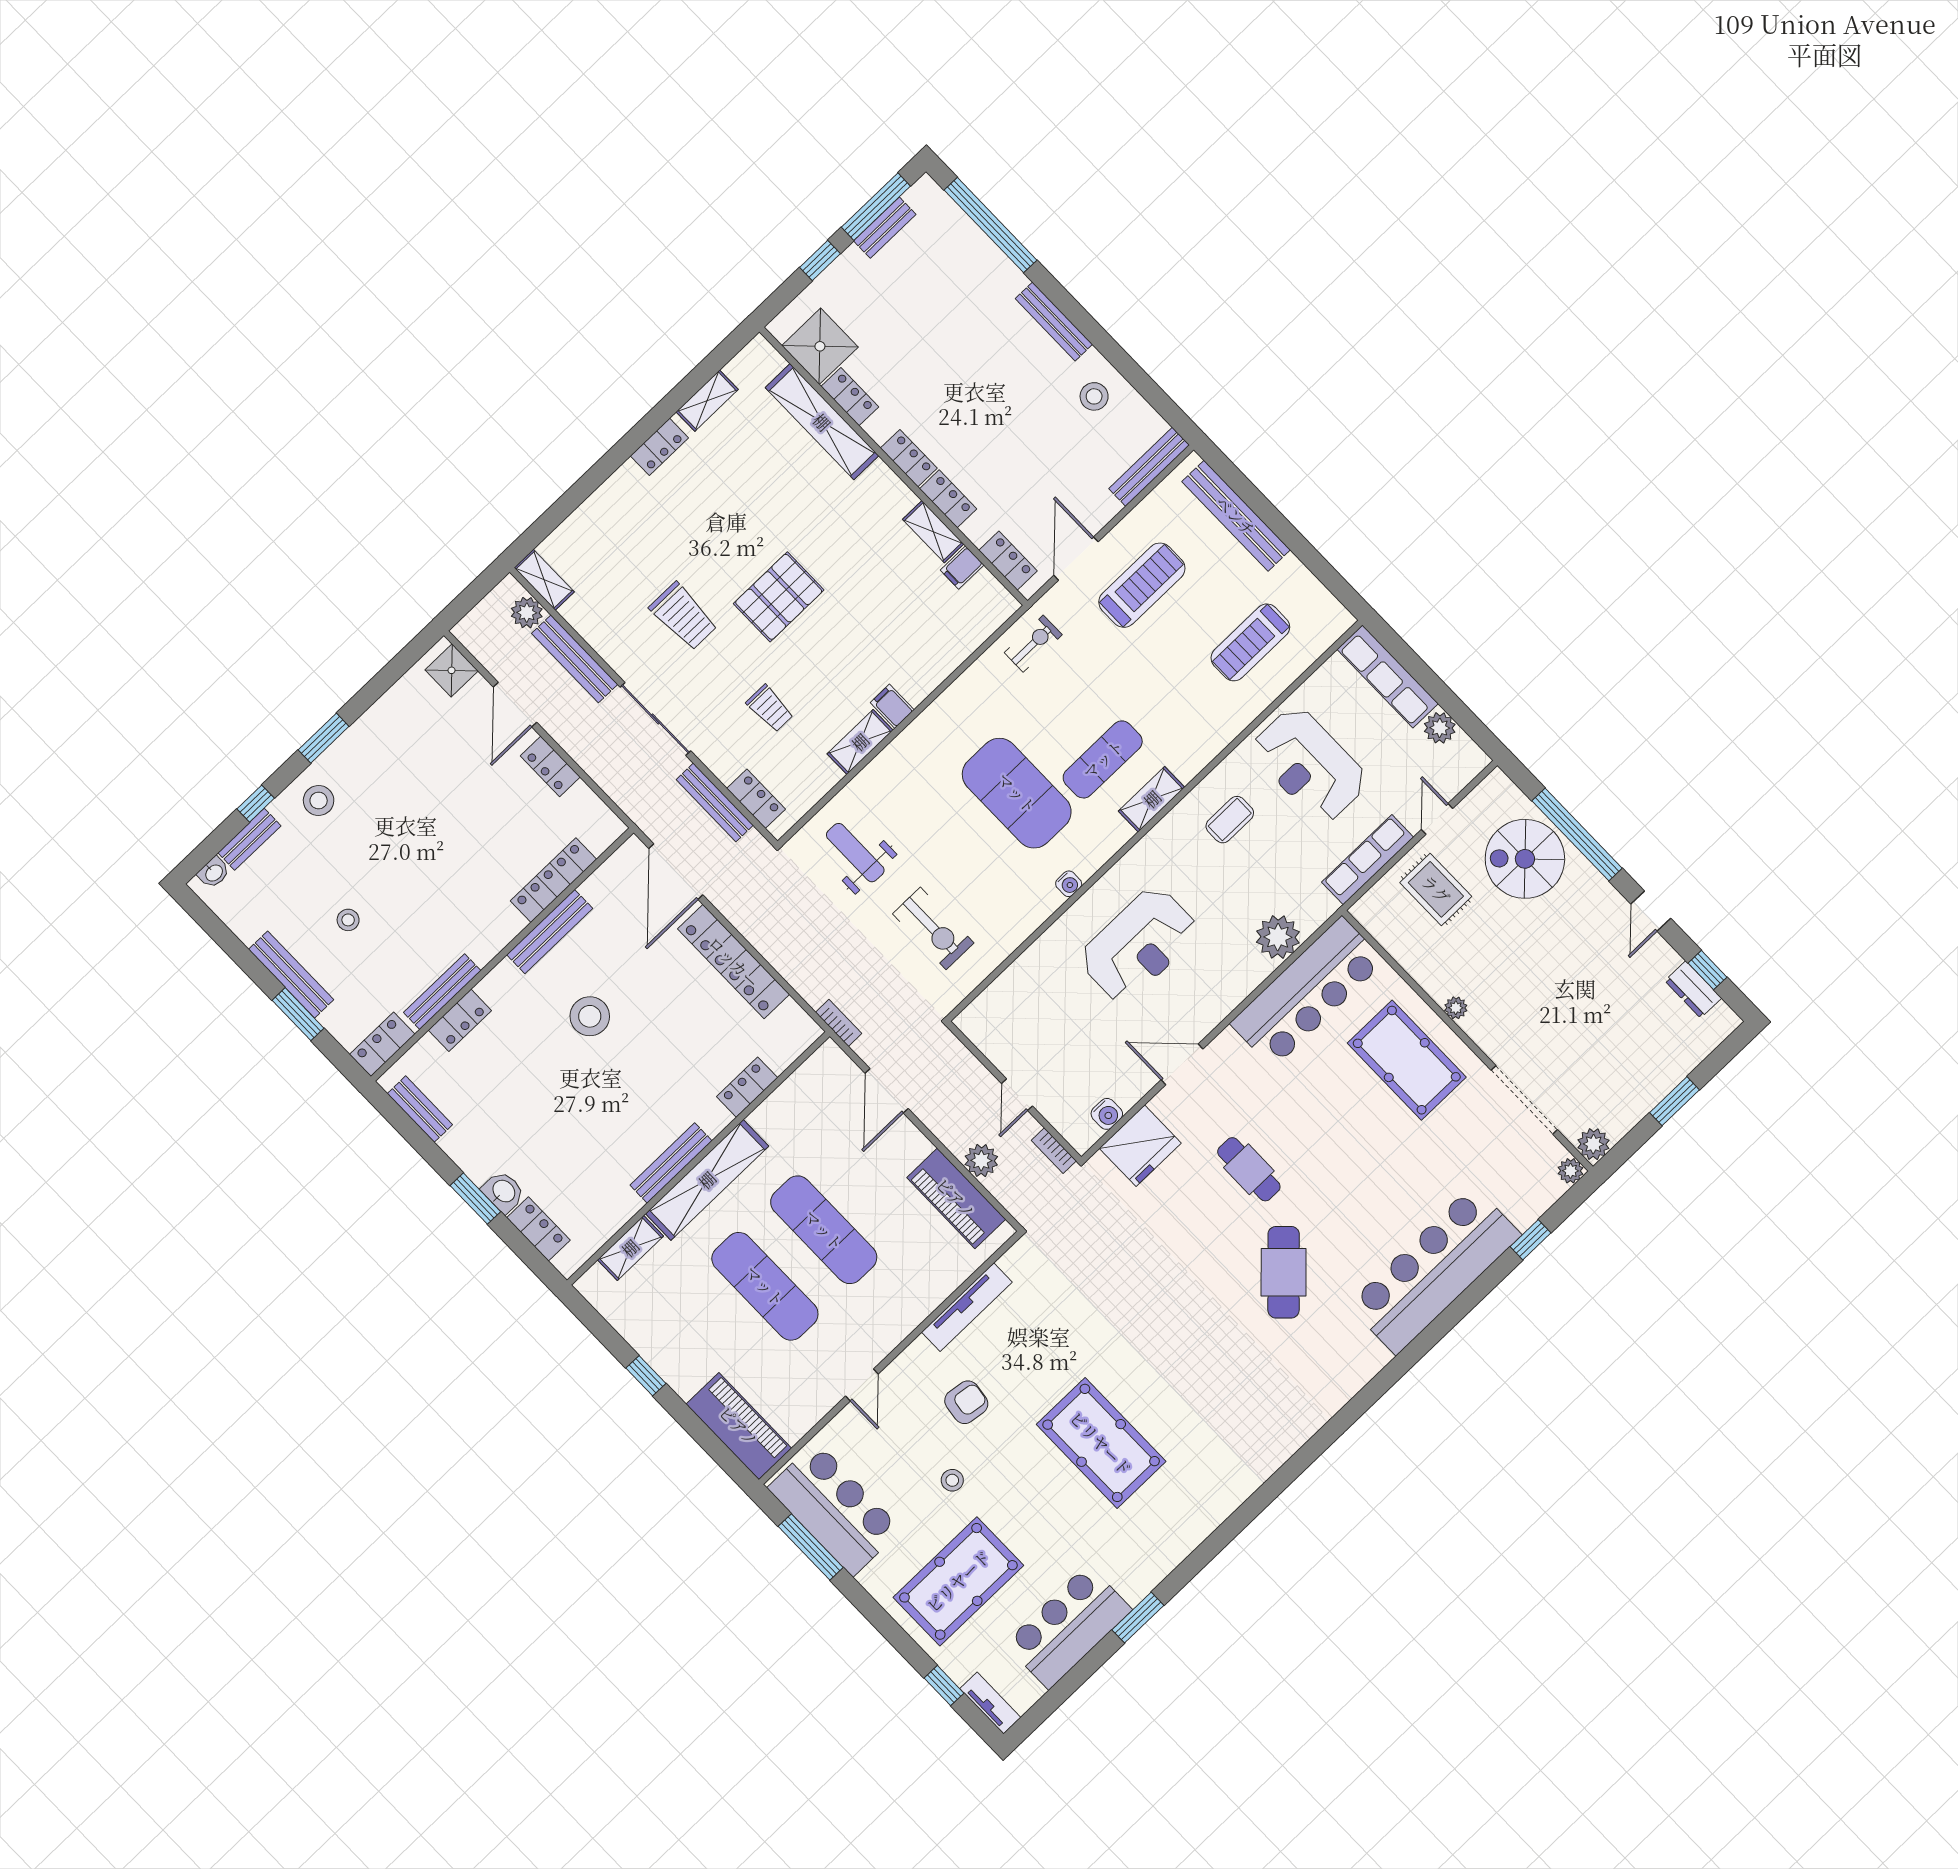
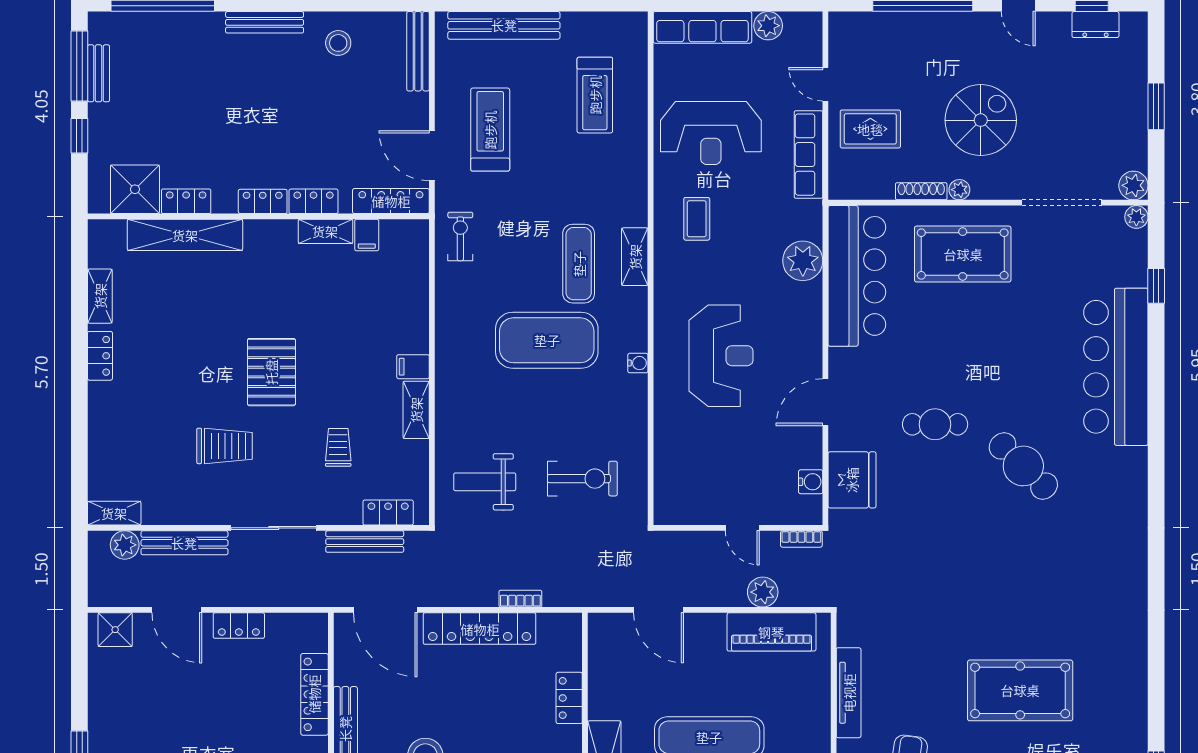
locker: (1008, 561) -> (391, 201), width x1.53
trolley: (770, 708) -> (338, 447), turned -90
spiral stairs: (1525, 859) -> (981, 120), moved, turned 180
shoe rack: (1425, 978) -> (921, 191), added
bookcase: (839, 1023) -> (520, 599), moved

